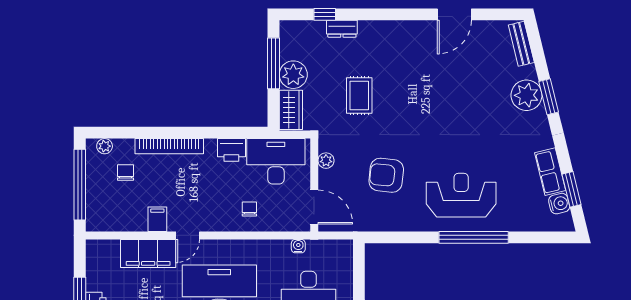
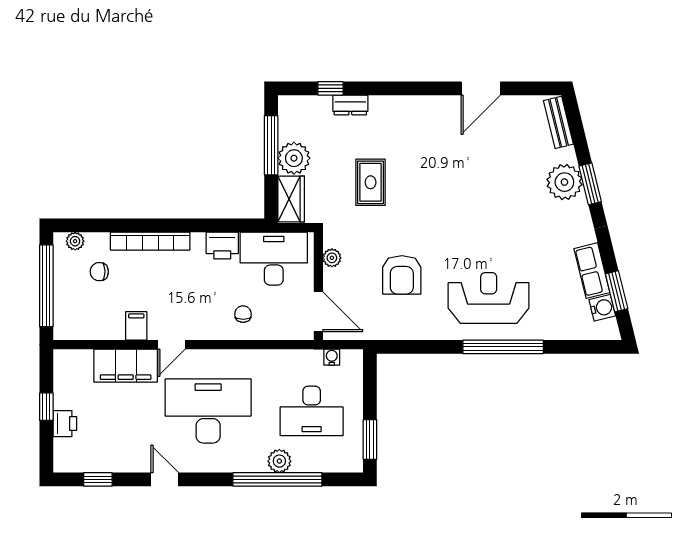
chair: (125, 172) -> (99, 272), turned -90
armchair: (386, 175) -> (402, 275), turned -96
water cooler: (298, 246) -> (332, 357), moved

